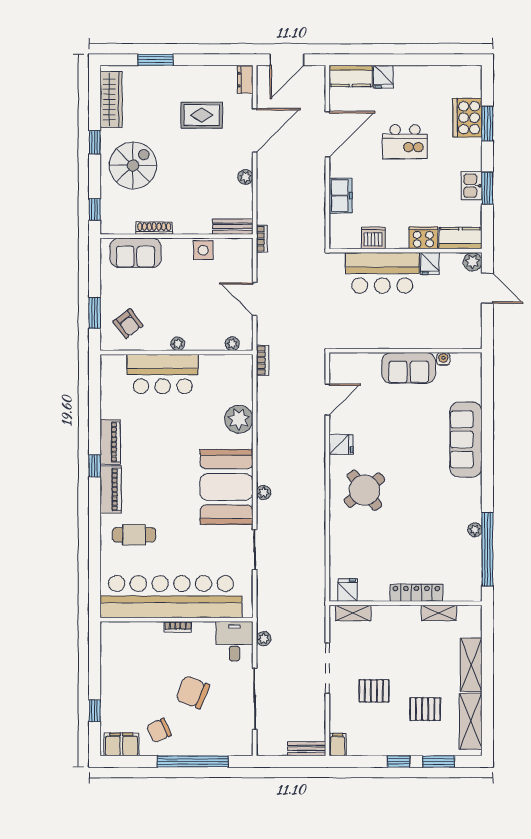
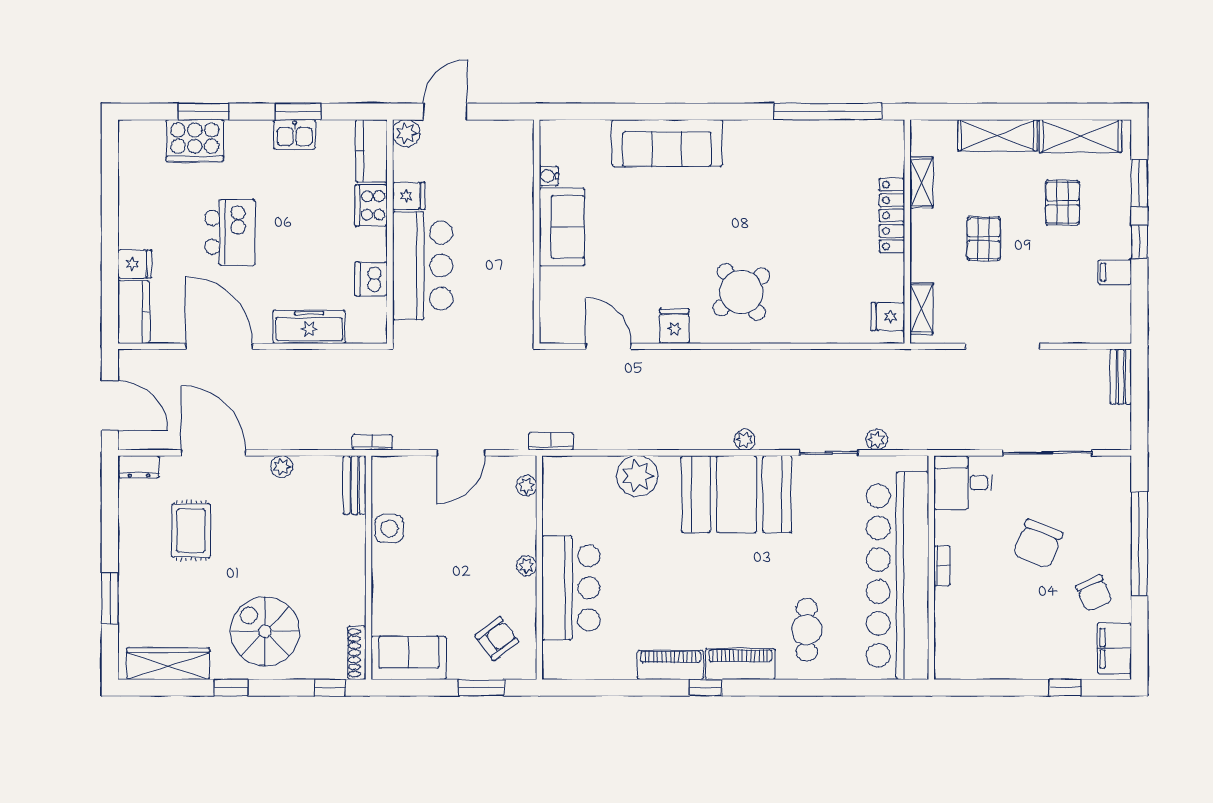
freezer: (341, 196) -> (309, 327), width x1.40
shoe rack: (154, 228) -> (357, 653), moved
sofa: (135, 253) -> (409, 658), moved, turned -90
plant: (475, 530) -> (799, 130), removed
plant: (264, 639) -> (877, 440), moved
pallet: (374, 691) -> (984, 239), moved
filing cabinet: (338, 745) -> (1115, 272), moved

